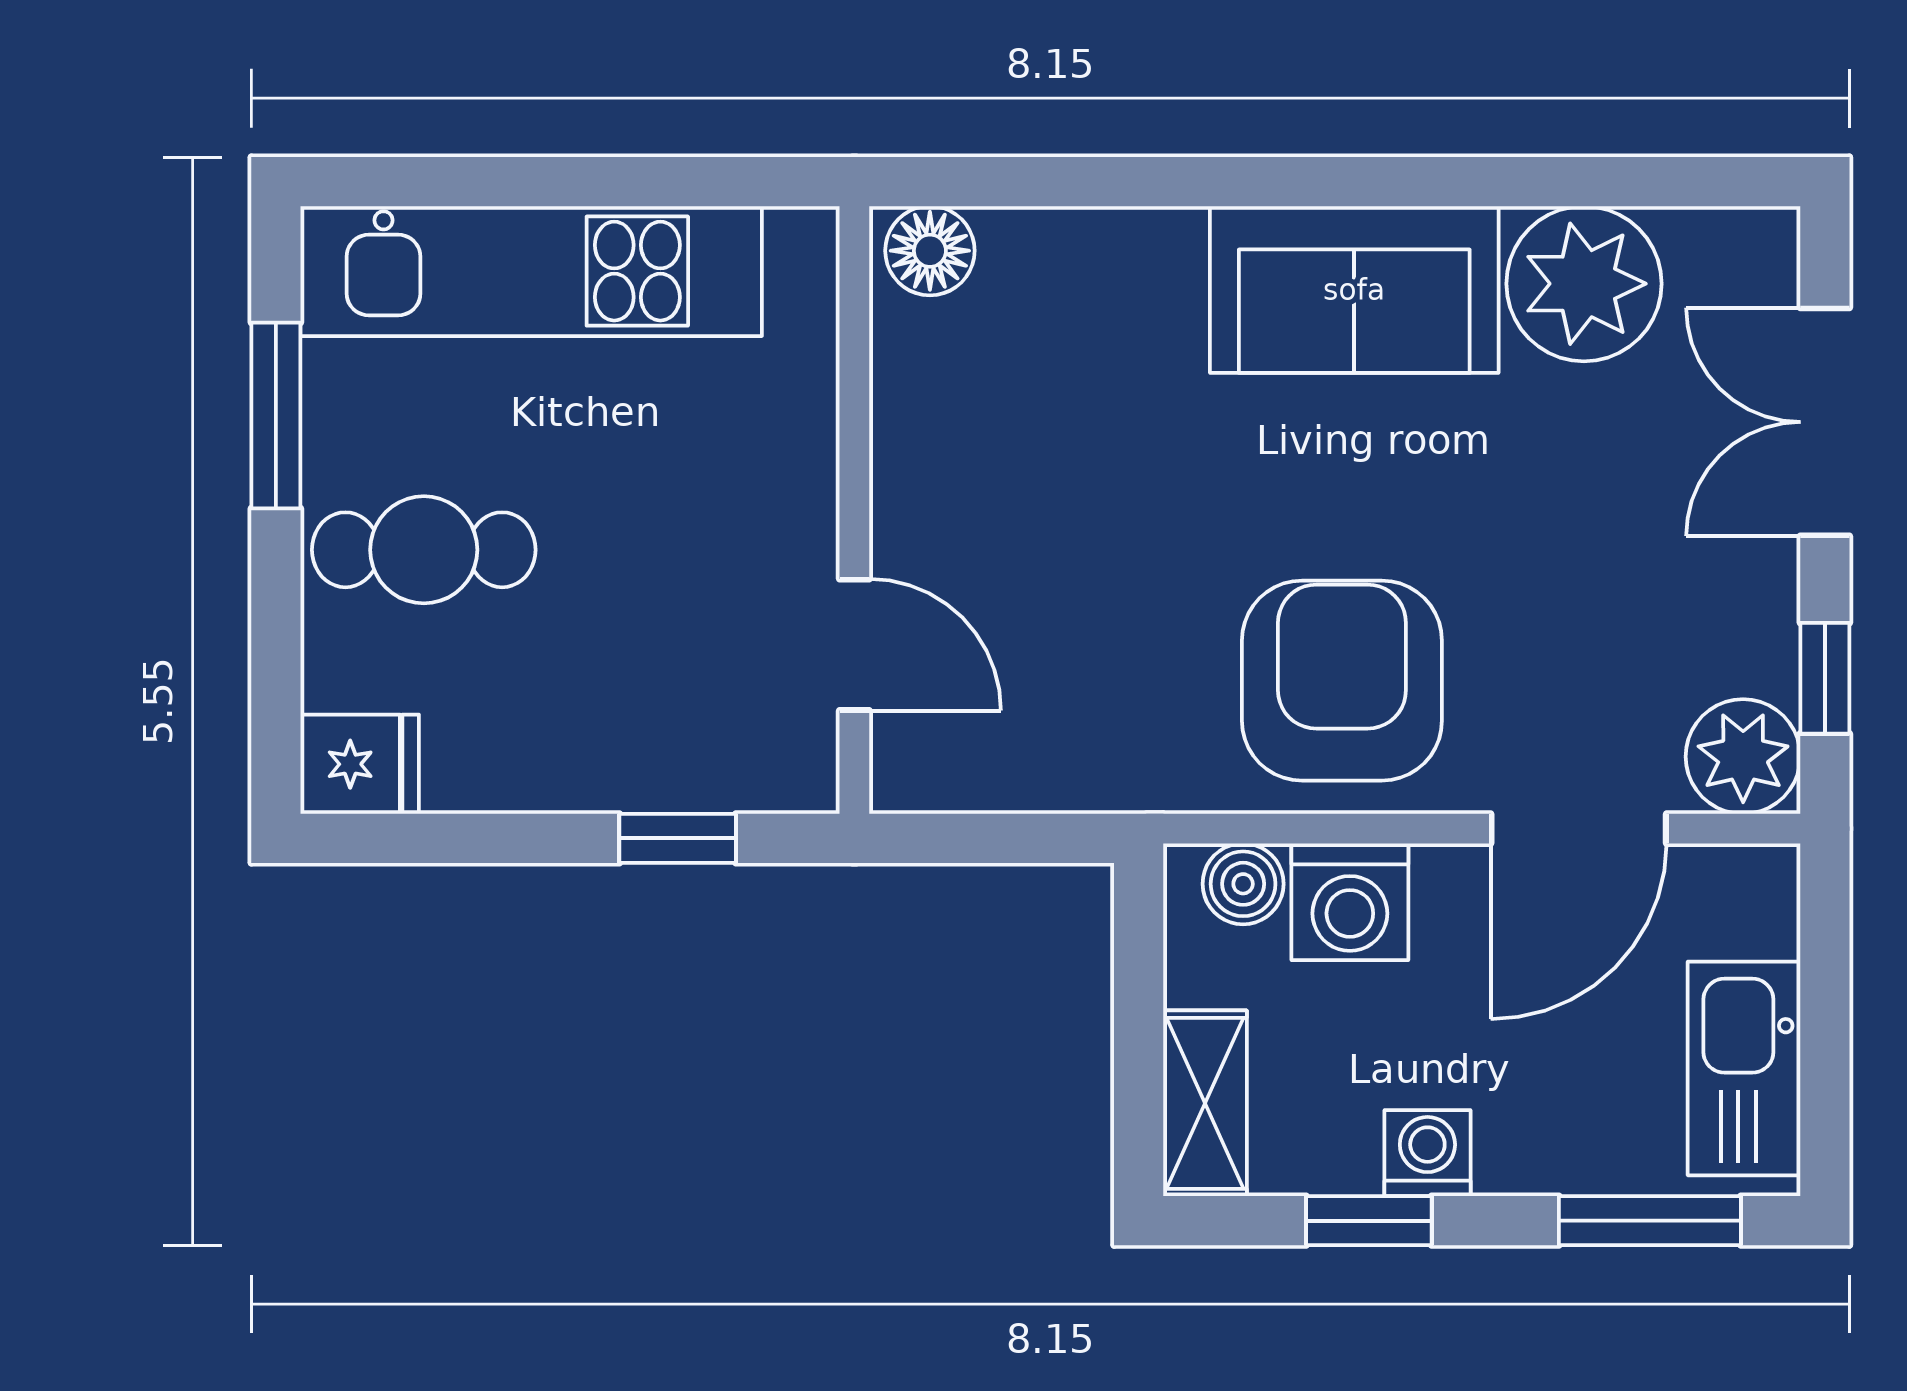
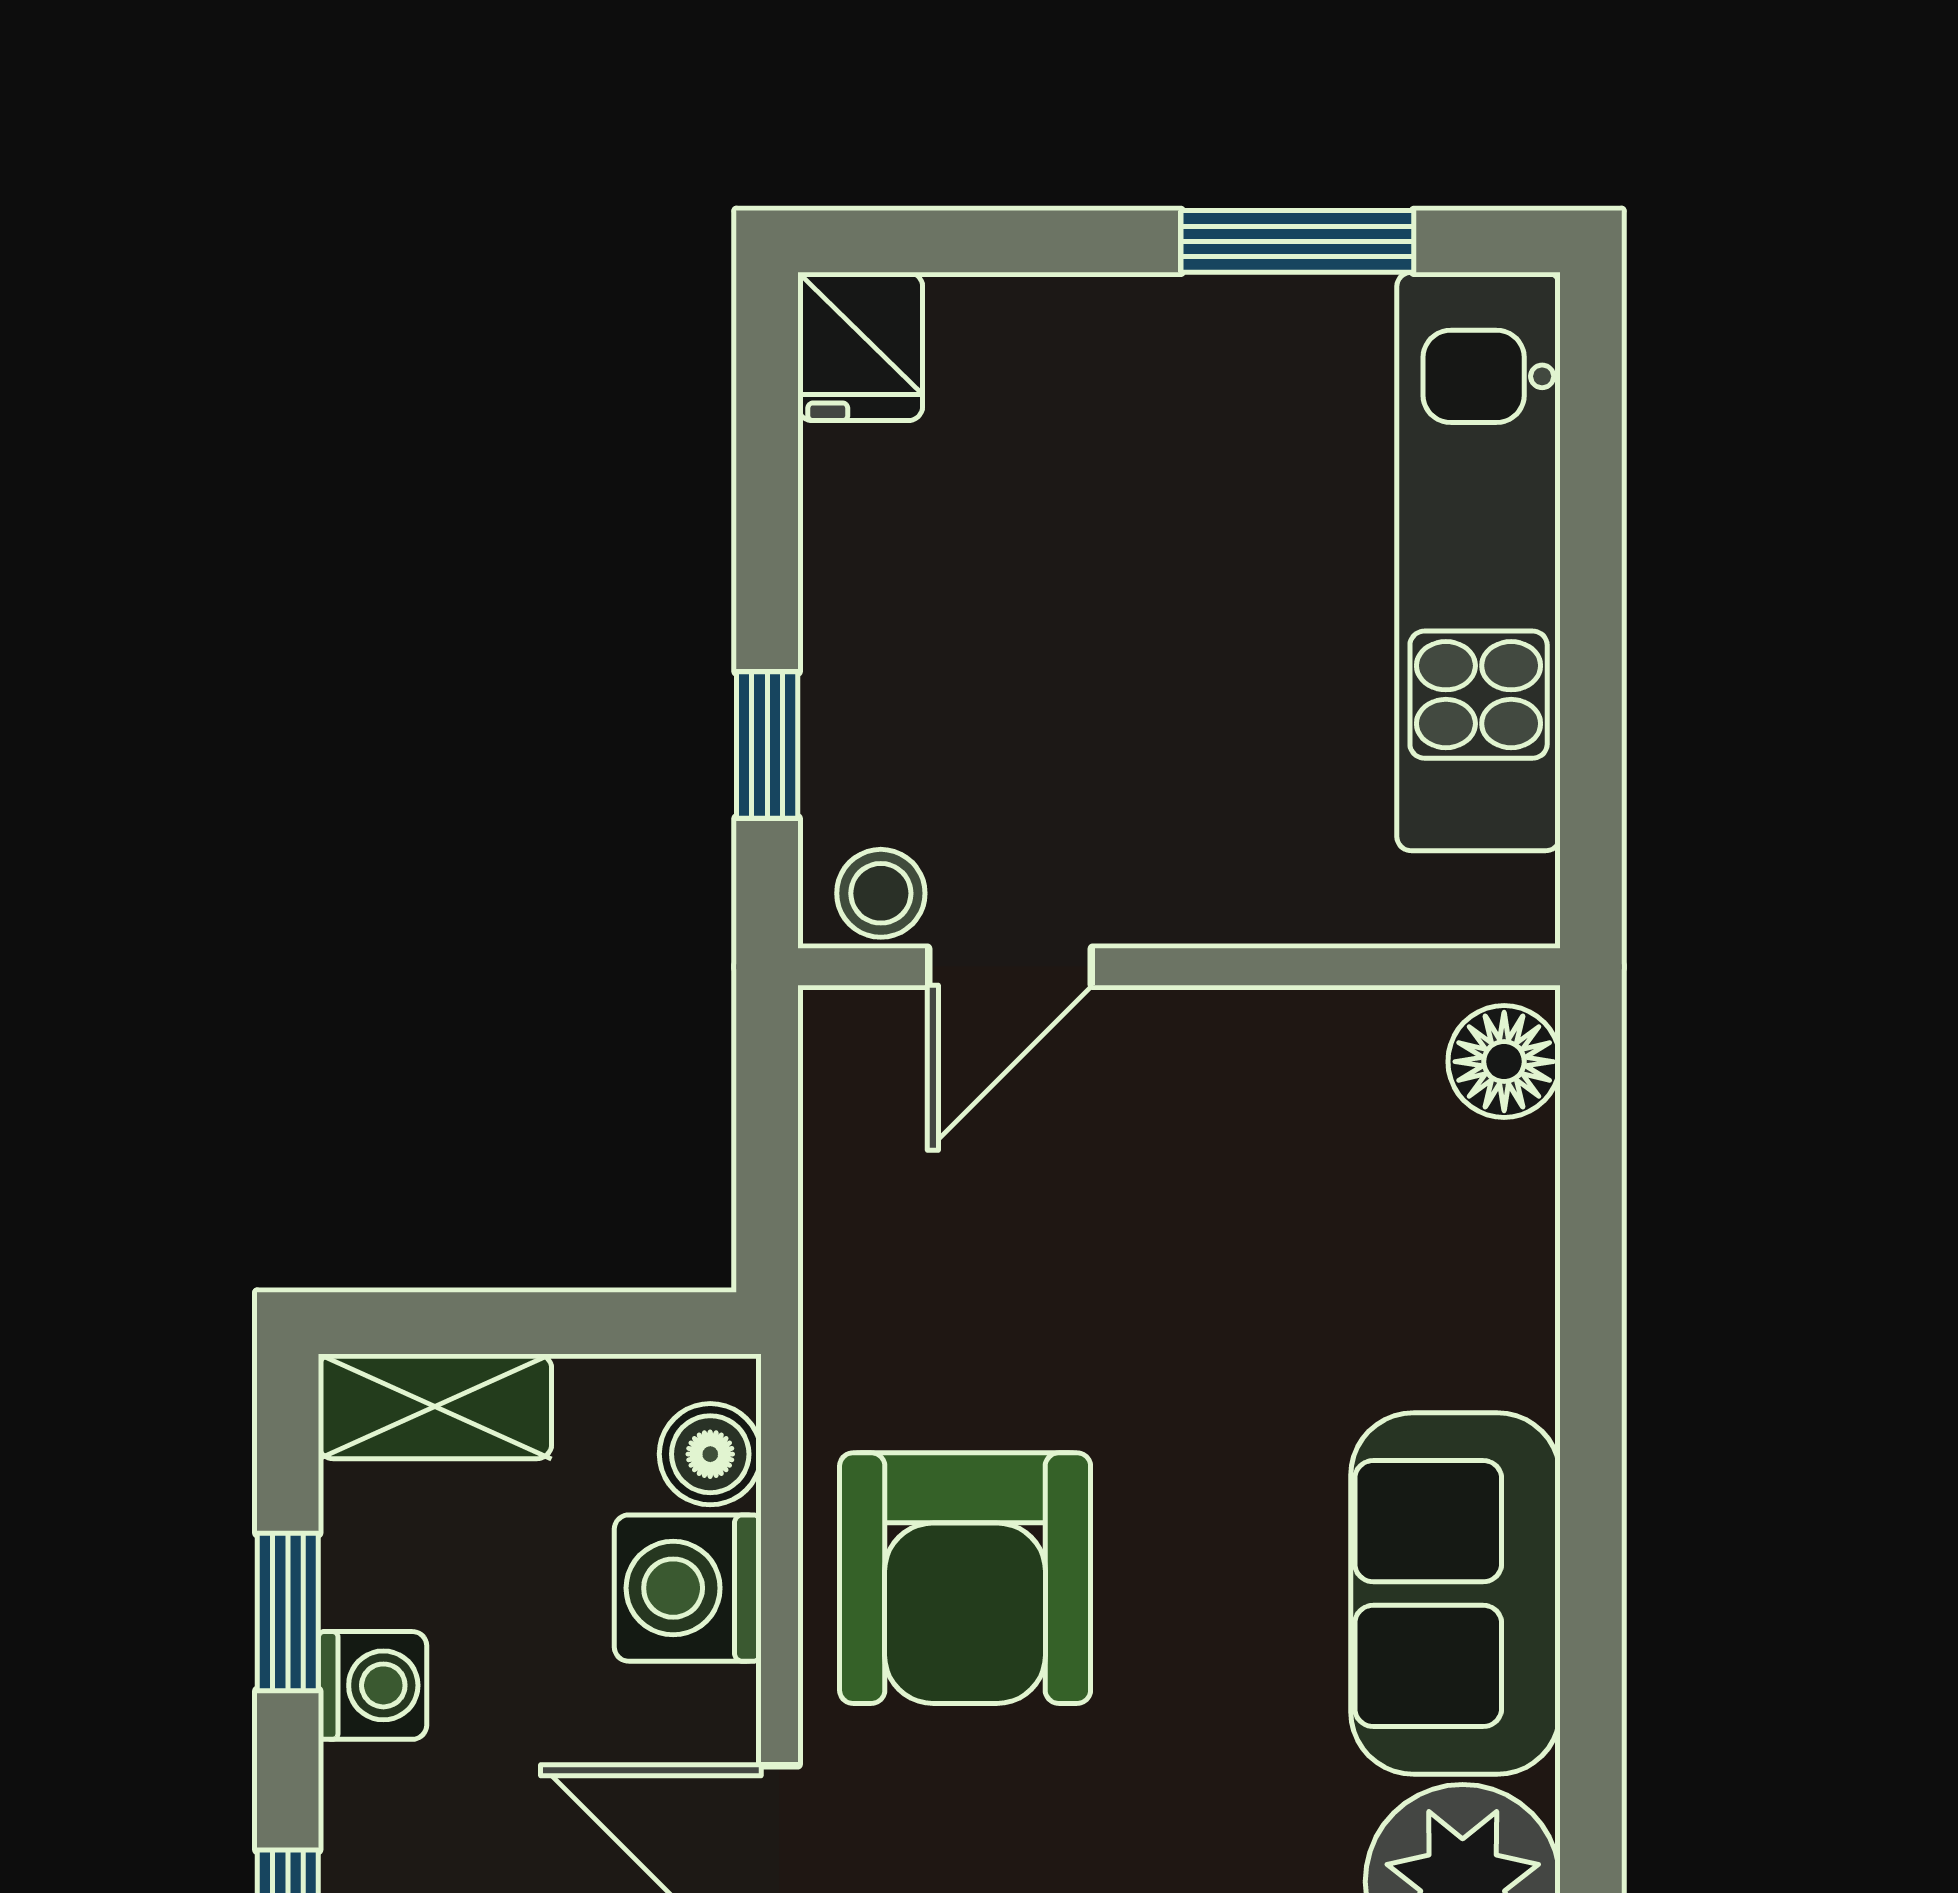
cafe table: (424, 550) -> (1129, 427), removed
armchair: (1342, 681) -> (965, 1578), turned 90
stool: (796, 748) -> (881, 893), added

